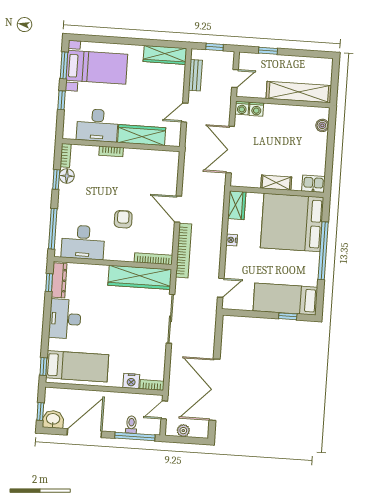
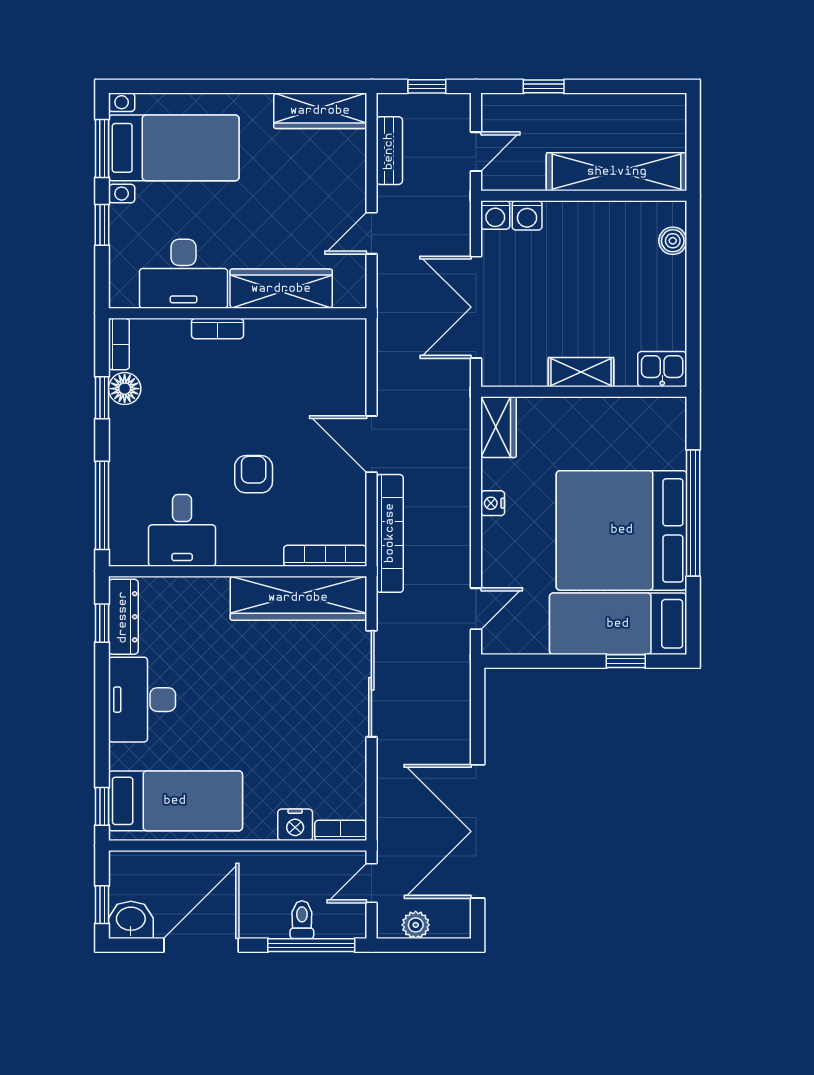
bed: (292, 223) -> (622, 530), moved
desk: (83, 242) -> (182, 530), width x0.73

